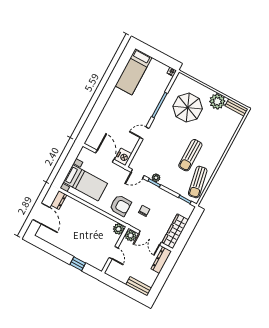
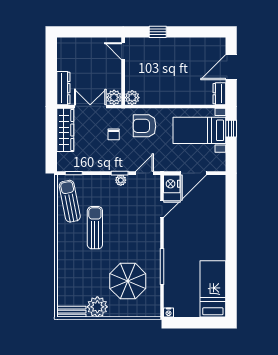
door: (144, 133) -> (162, 209), moved
door: (105, 156) -> (194, 173), hinge flipped
window: (63, 172) -> (231, 129), added
door: (41, 214) -> (231, 67), hinge flipped
door: (114, 253) -> (123, 51), moved
bench: (139, 286) -> (73, 44), removed

